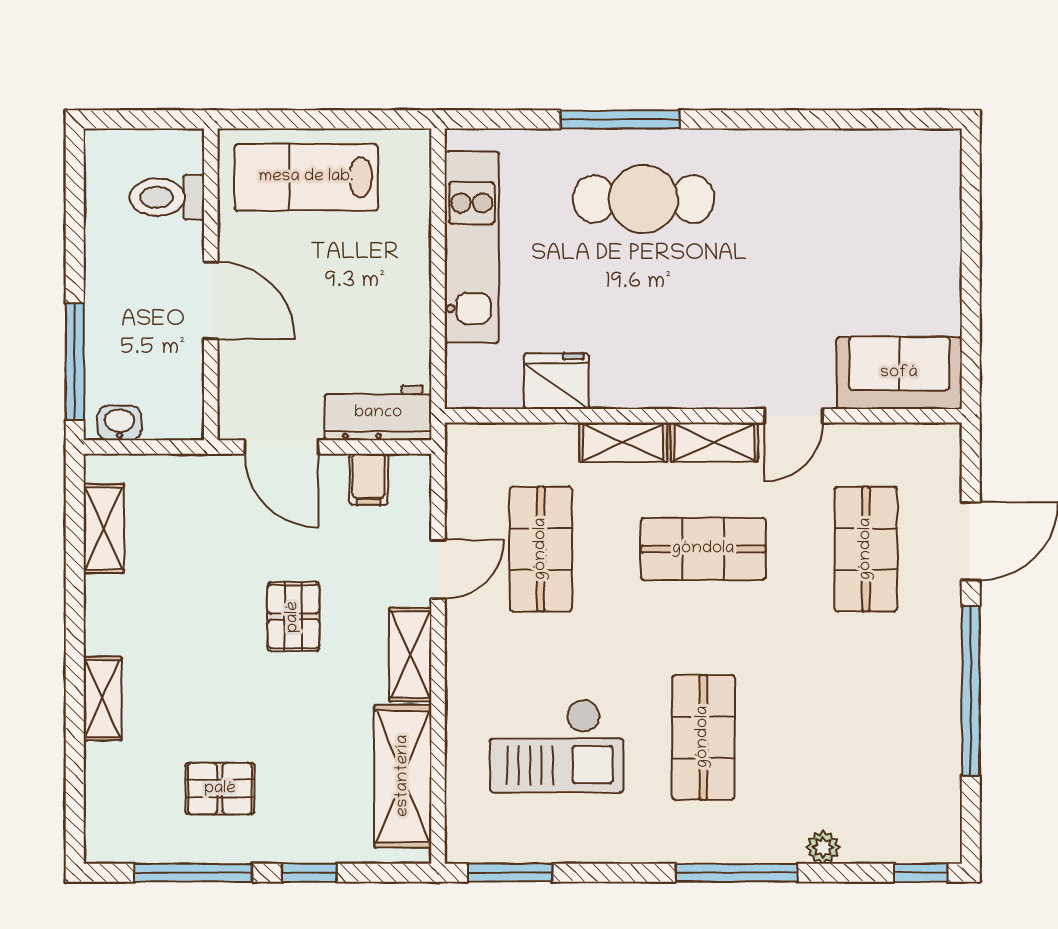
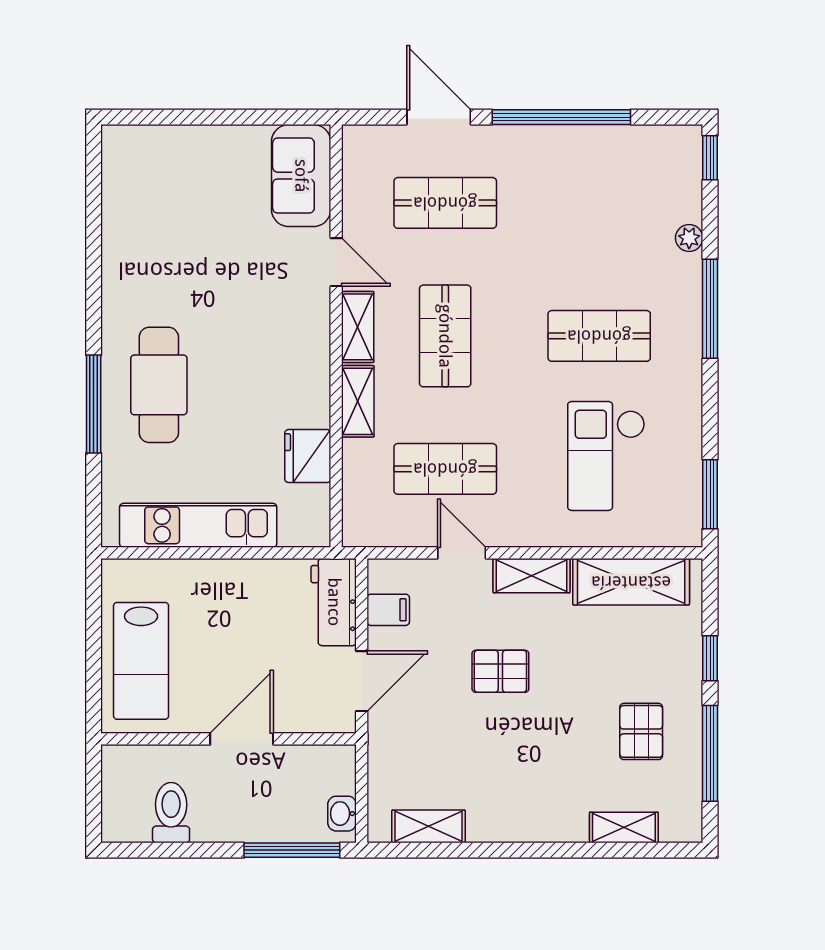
toilet: (167, 197) -> (171, 813), moved, turned 180
shelving: (103, 699) -> (624, 827), moved
checkout: (557, 746) -> (606, 456), turned 180

